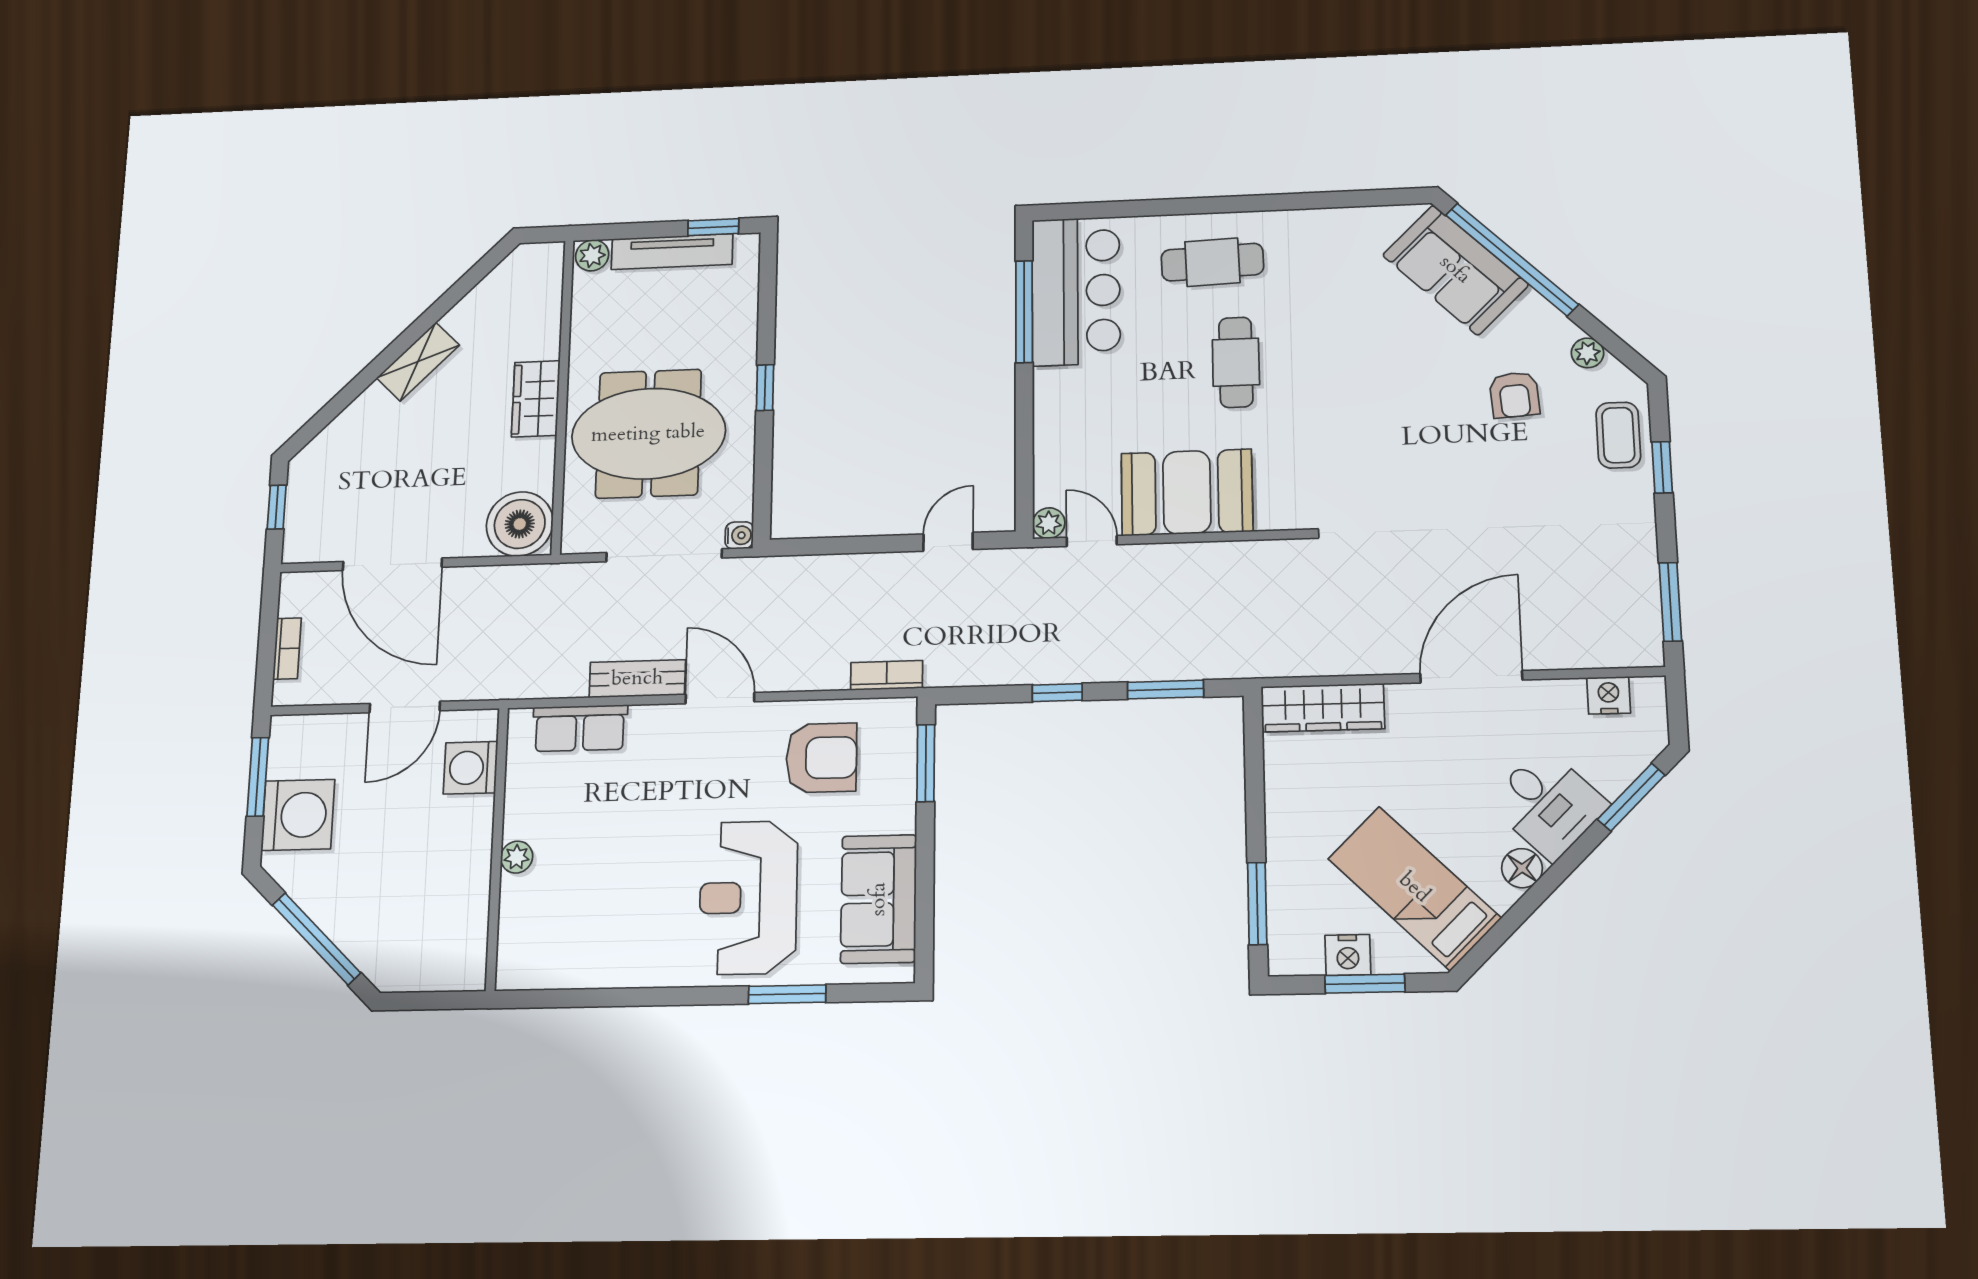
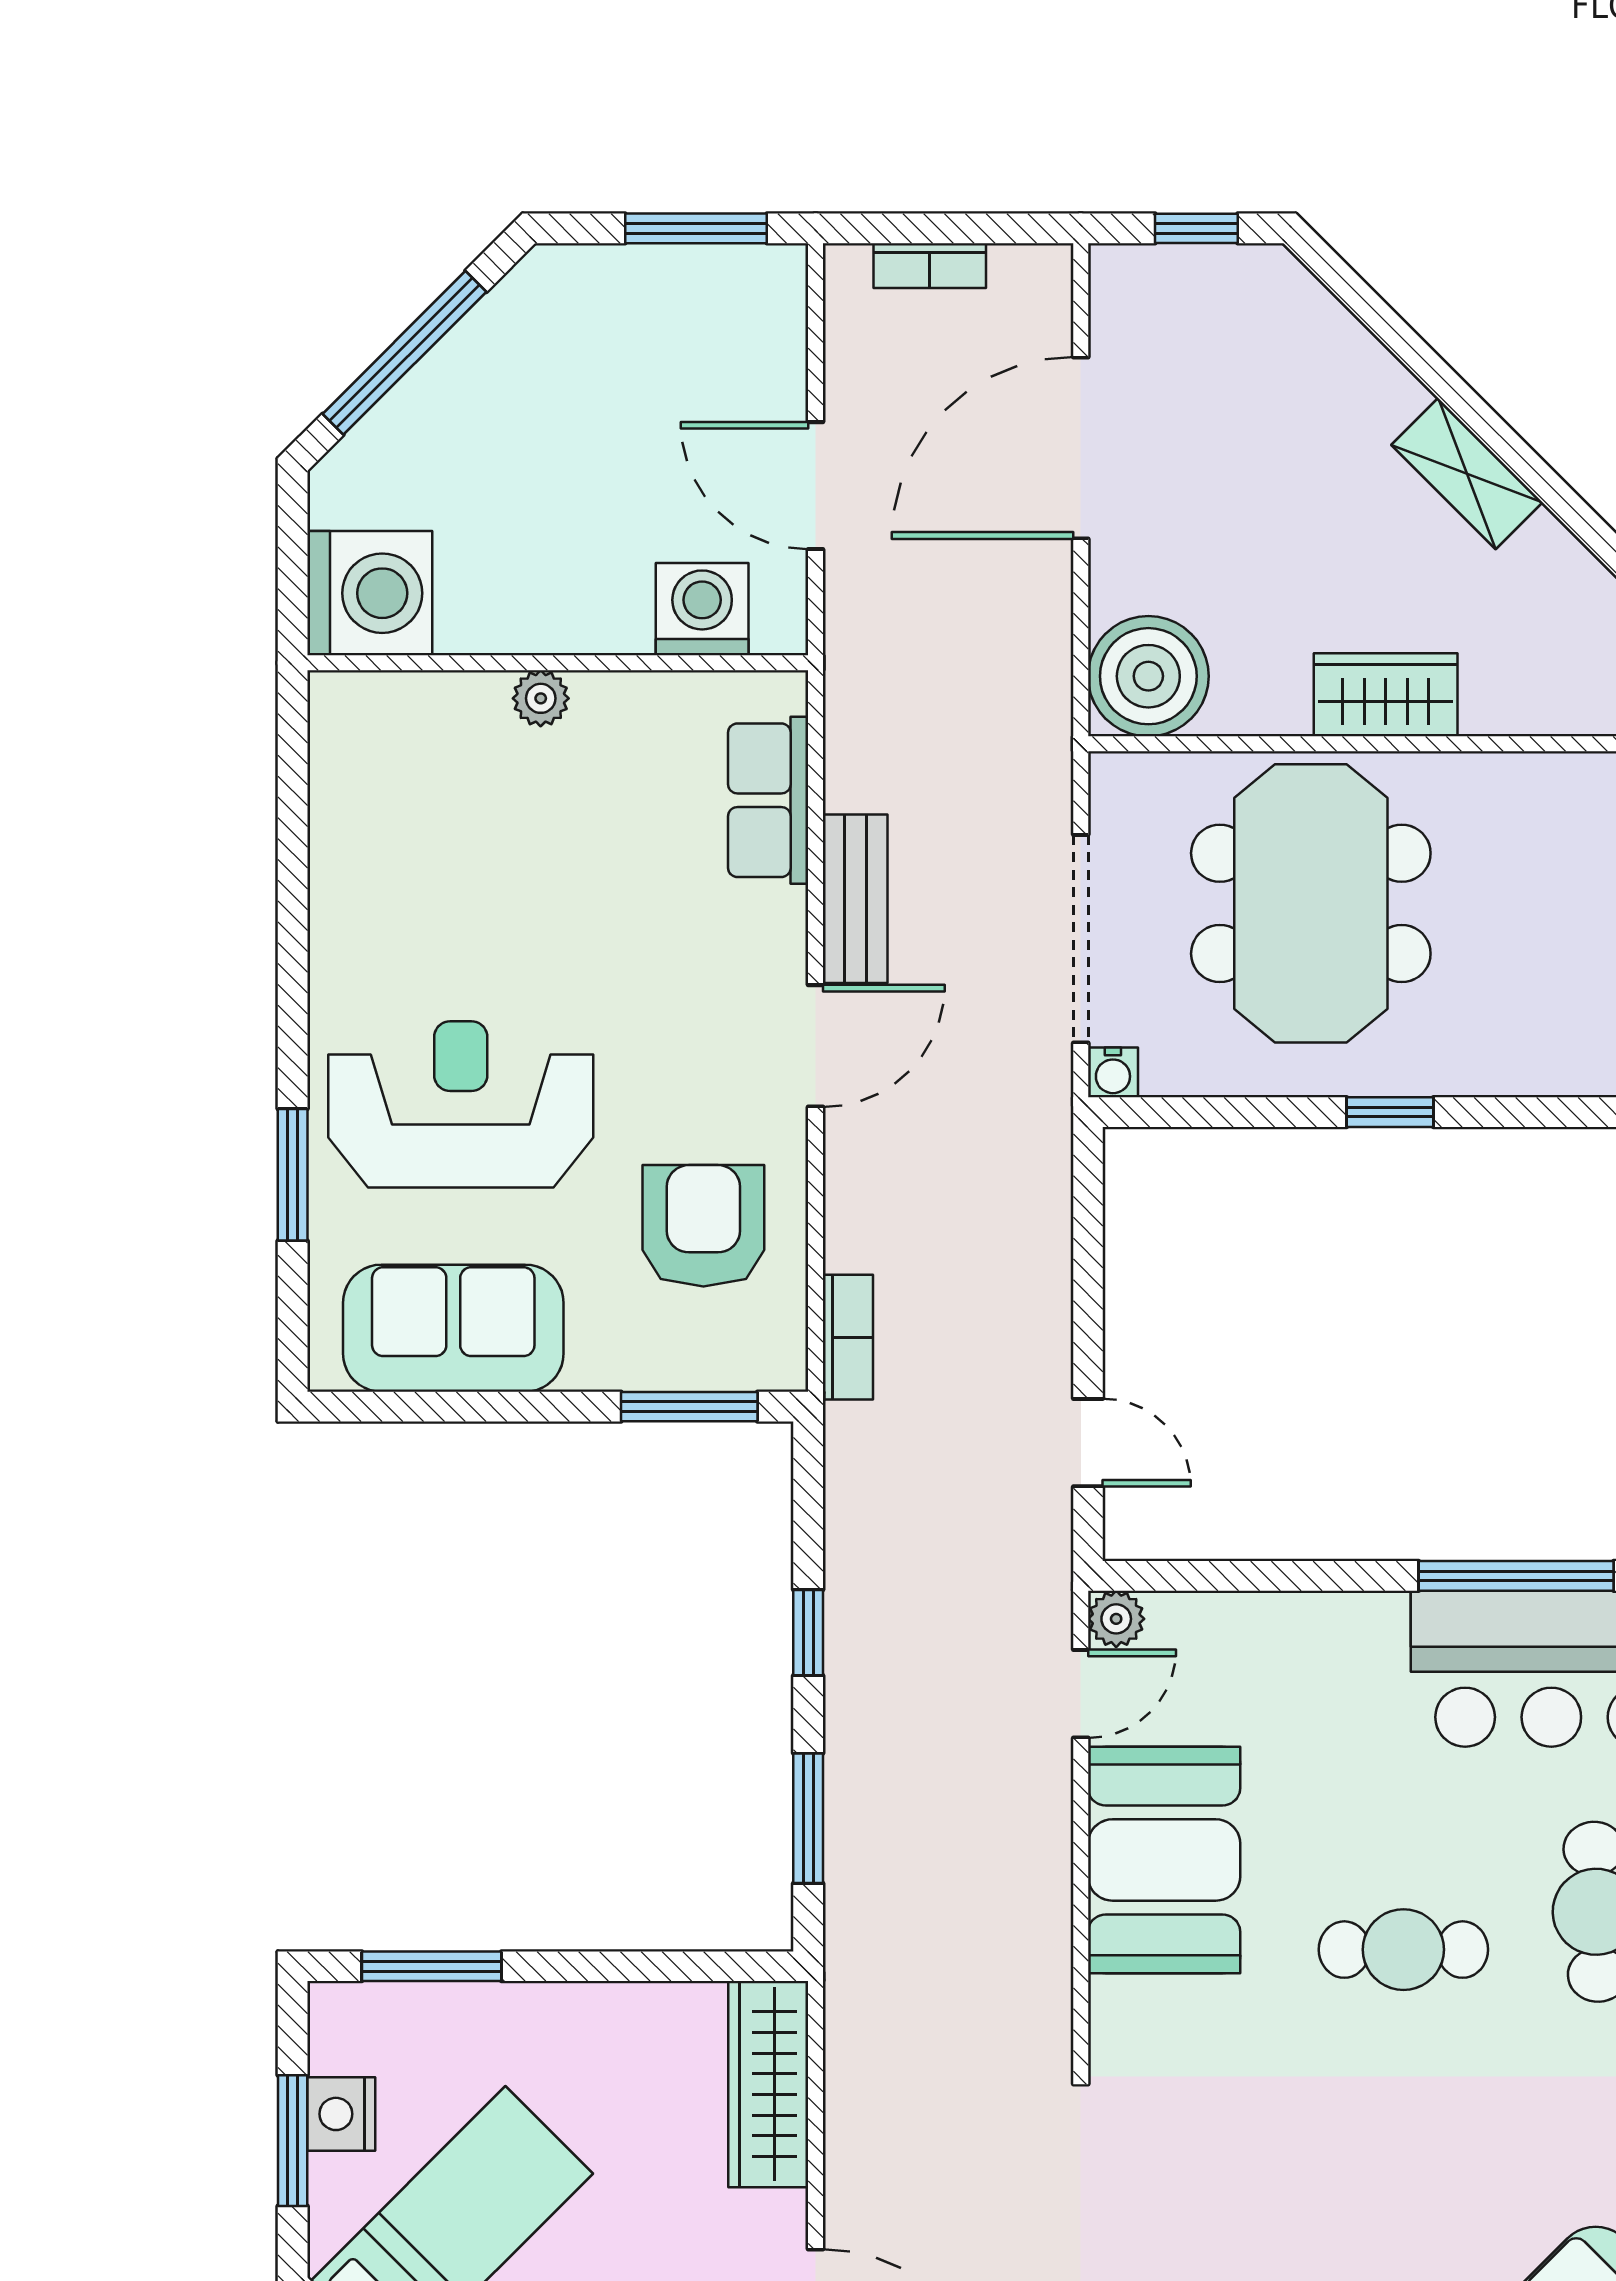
armchair: (821, 758) -> (703, 1226), turned 180
washing machine: (298, 815) -> (370, 593), moved, turned -90

